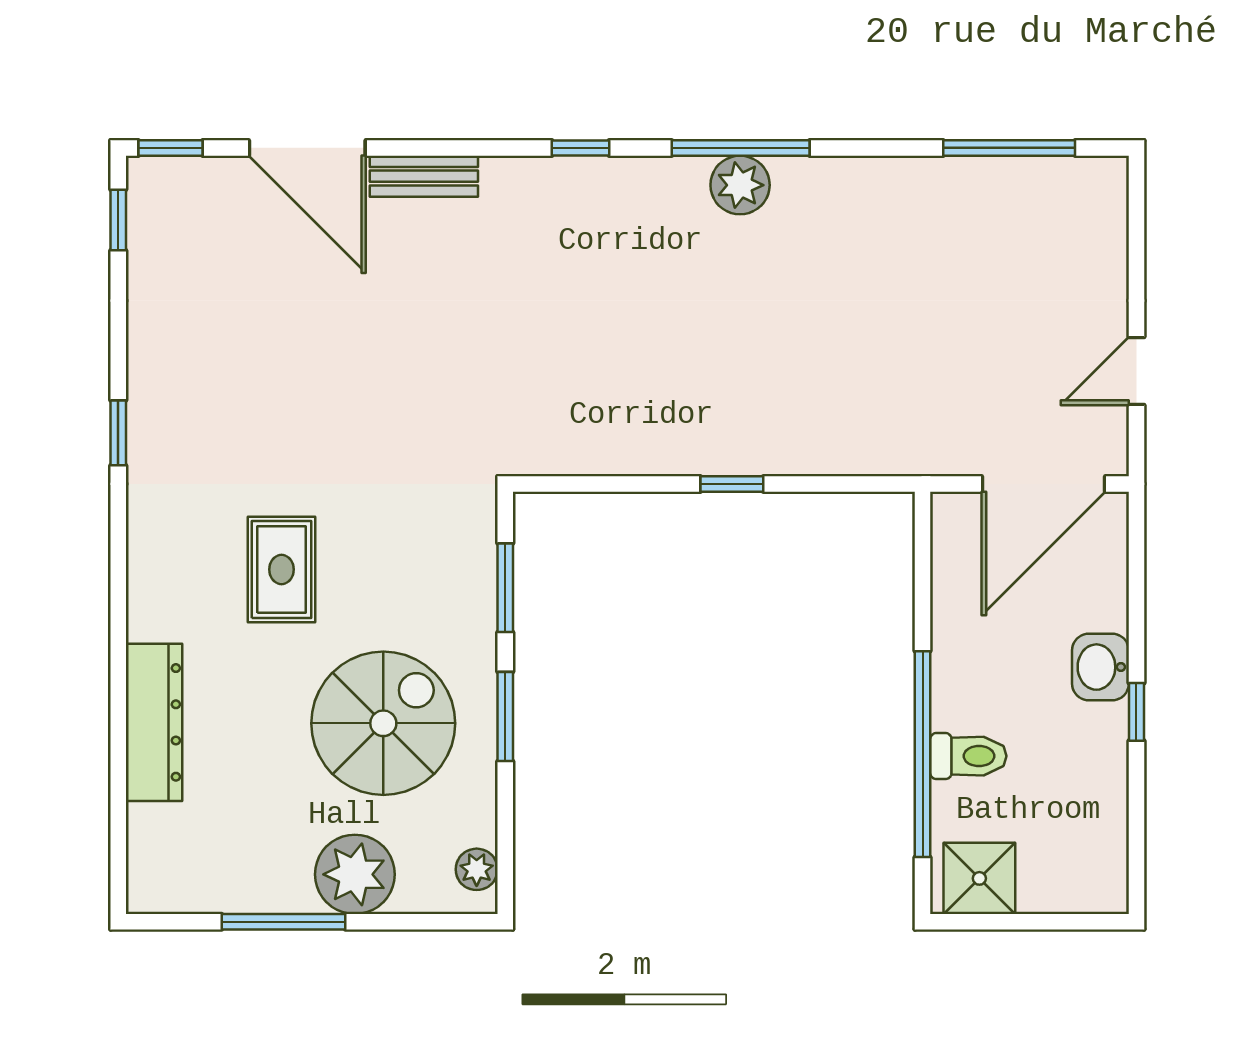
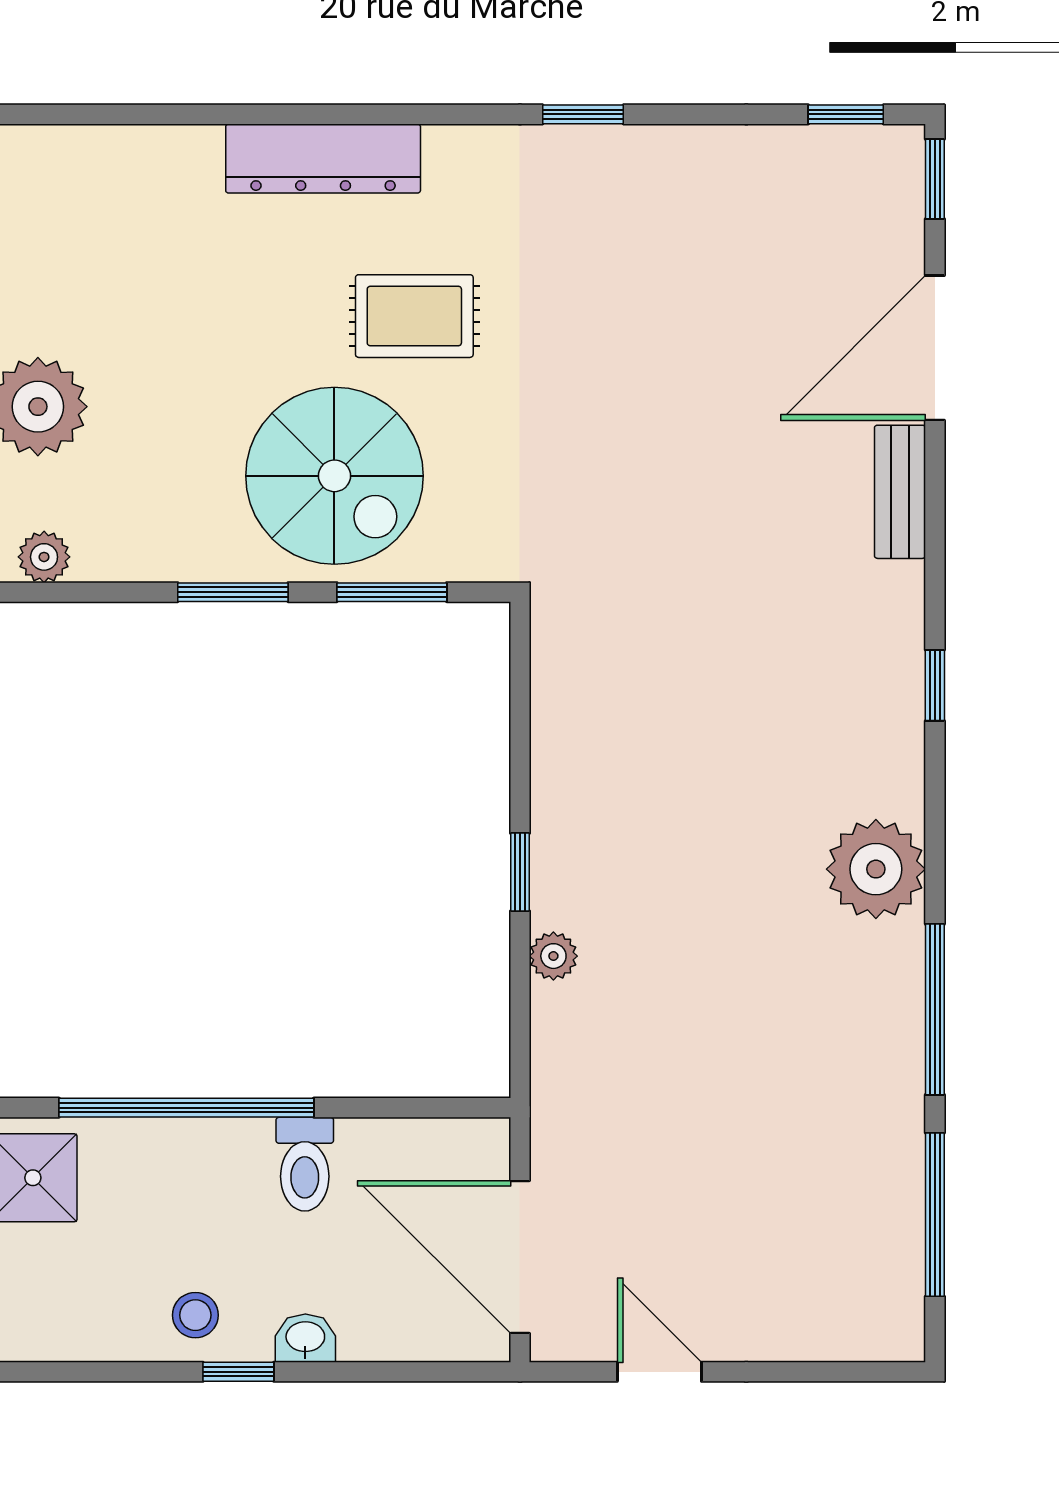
window: (741, 148) -> (935, 1009), moved
plant: (740, 185) -> (876, 869), width x1.36, depth x1.36
plant: (800, 457) -> (553, 956), added
washbasin: (1100, 667) -> (305, 1338), width x0.72, depth x0.69
dresser: (154, 722) -> (323, 159), moved
spiral stairs: (383, 723) -> (334, 476), moved
stool: (1091, 747) -> (195, 1315), added
toilet: (968, 756) -> (305, 1164), moved

